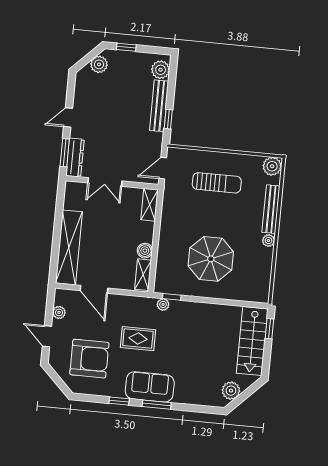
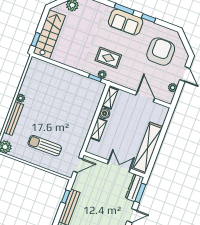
shelving: (150, 205) -> (98, 129), moved
shelving: (69, 247) -> (147, 148), moved
parasol: (211, 259) -> (62, 96), removed
rug: (138, 339) -> (108, 58), moved
armchair: (89, 359) -> (161, 52), turned 90

